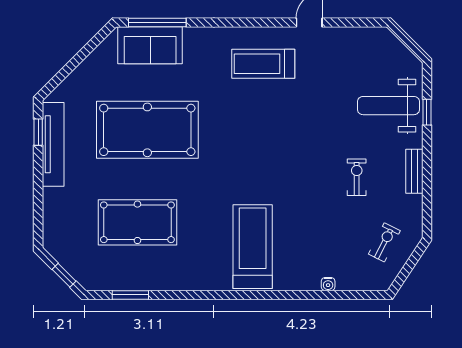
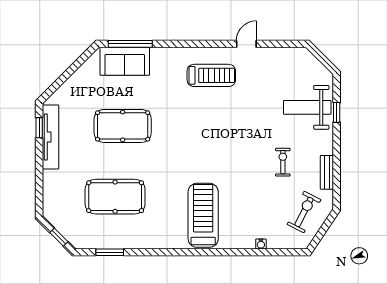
treadmill: (263, 64) -> (211, 75), turned 180
pool table: (147, 130) -> (123, 126), width x0.73, depth x0.76
bench: (414, 171) -> (327, 172), moved
exercise bike: (384, 242) -> (304, 212), width x1.38, depth x1.39

